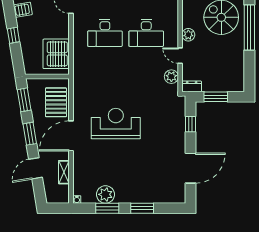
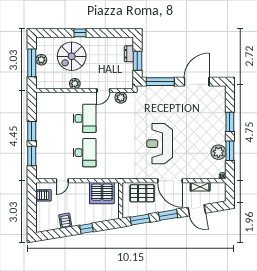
window: (249, 27) -> (80, 33), width x0.32
plant: (188, 35) -> (75, 84), moved
dresser: (192, 86) -> (129, 54), moved
window: (191, 124) -> (160, 82), width x2.17
door: (191, 168) -> (197, 82), hinge flipped

